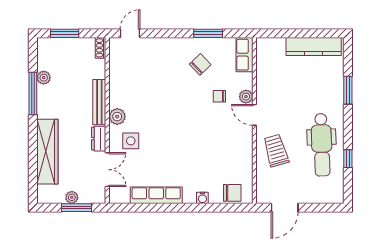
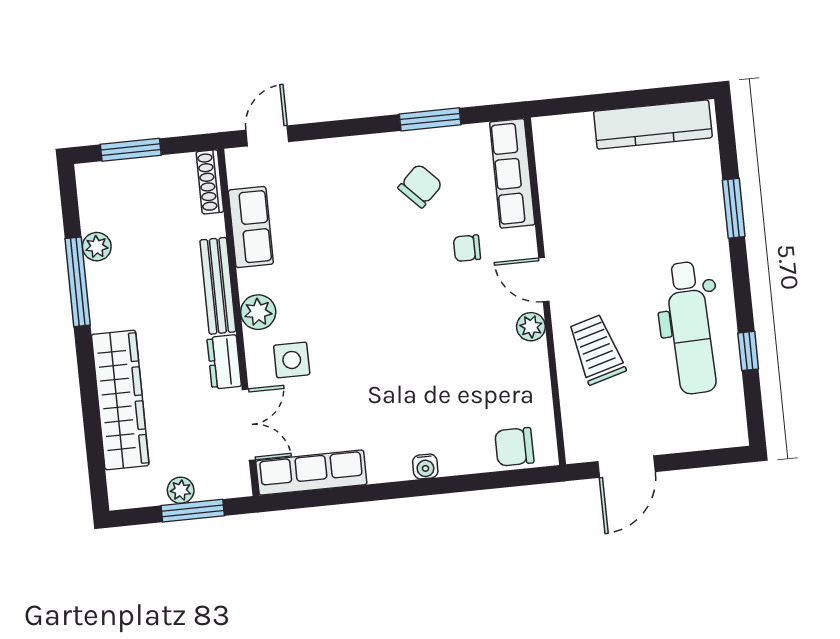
shoe rack: (101, 48) -> (210, 182), width x1.43
row of seats: (244, 55) -> (512, 173), width x1.48
row of seats: (118, 76) -> (251, 227), added
plant: (246, 97) -> (531, 327), moved
chair: (232, 193) -> (514, 447), turned 180
row of seats: (156, 195) -> (311, 473), moved
water cooler: (202, 198) -> (425, 466), moved

